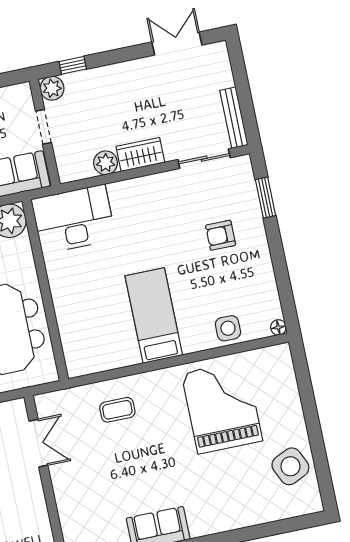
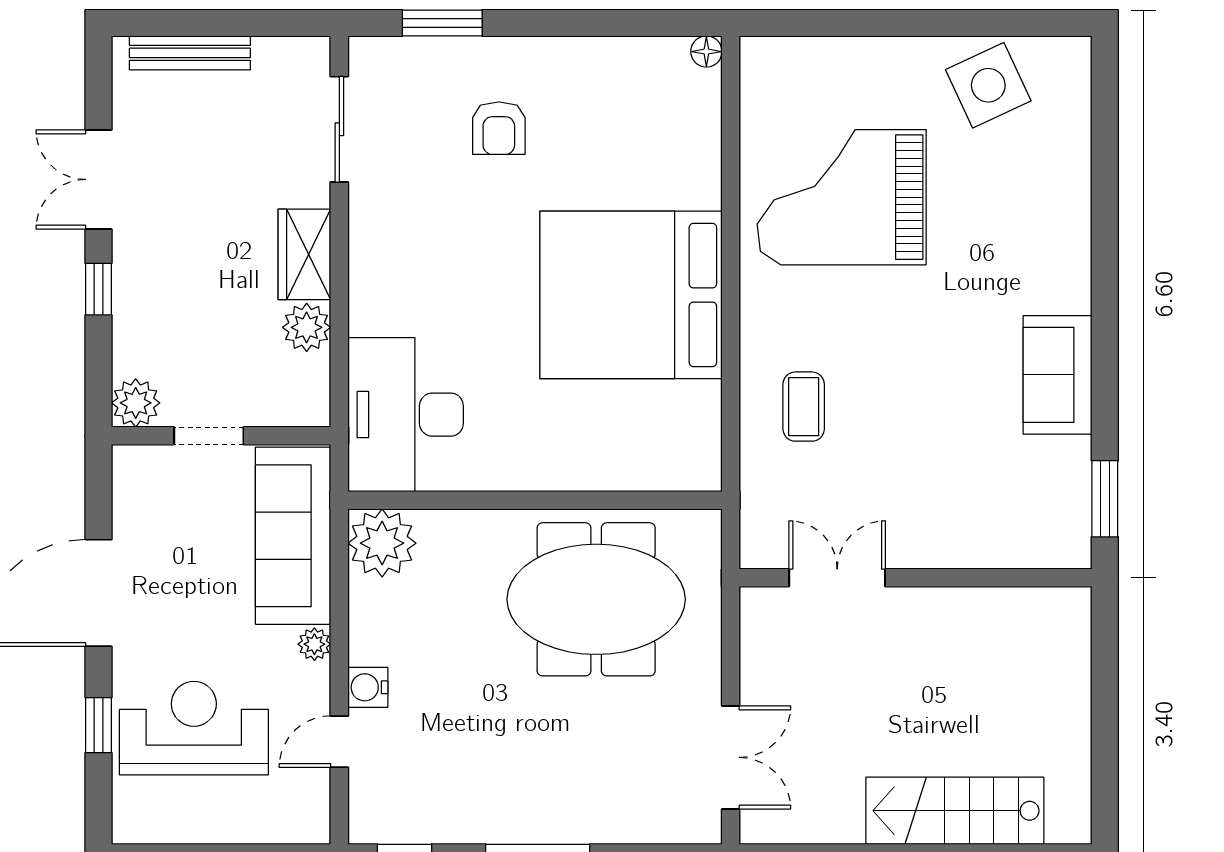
double door: (177, 44) -> (99, 179), moved
window: (73, 65) -> (99, 289), moved
bench: (234, 118) -> (190, 53), moved
bed: (154, 316) -> (631, 295), width x2.04
side table: (228, 328) -> (687, 152), removed

